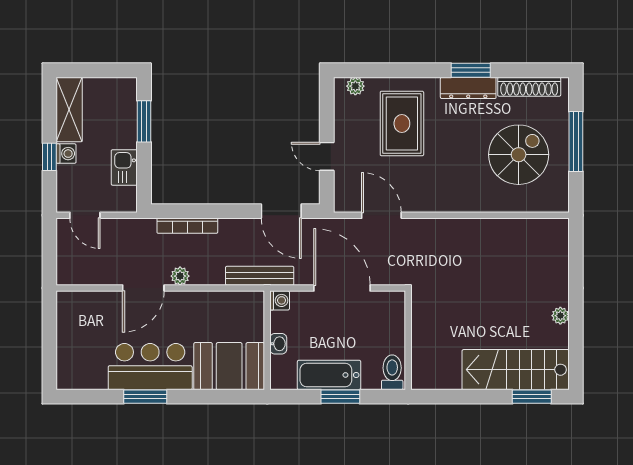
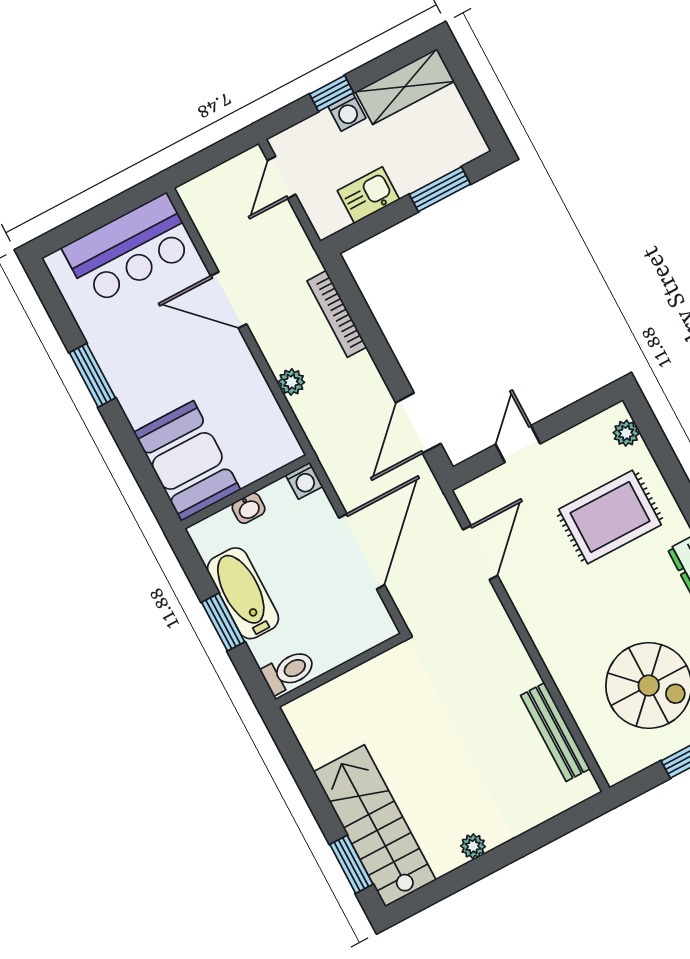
plant: (180, 276) -> (291, 382), moved
bench: (260, 276) -> (555, 732), moved
bar counter: (150, 367) -> (129, 249), moved, turned 90

